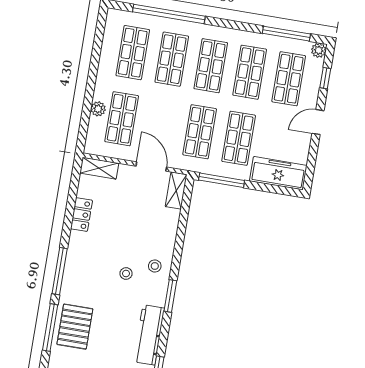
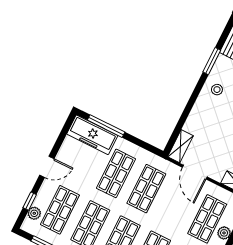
plant: (319, 50) -> (34, 213), moved
window: (222, 180) -> (106, 126), moved

